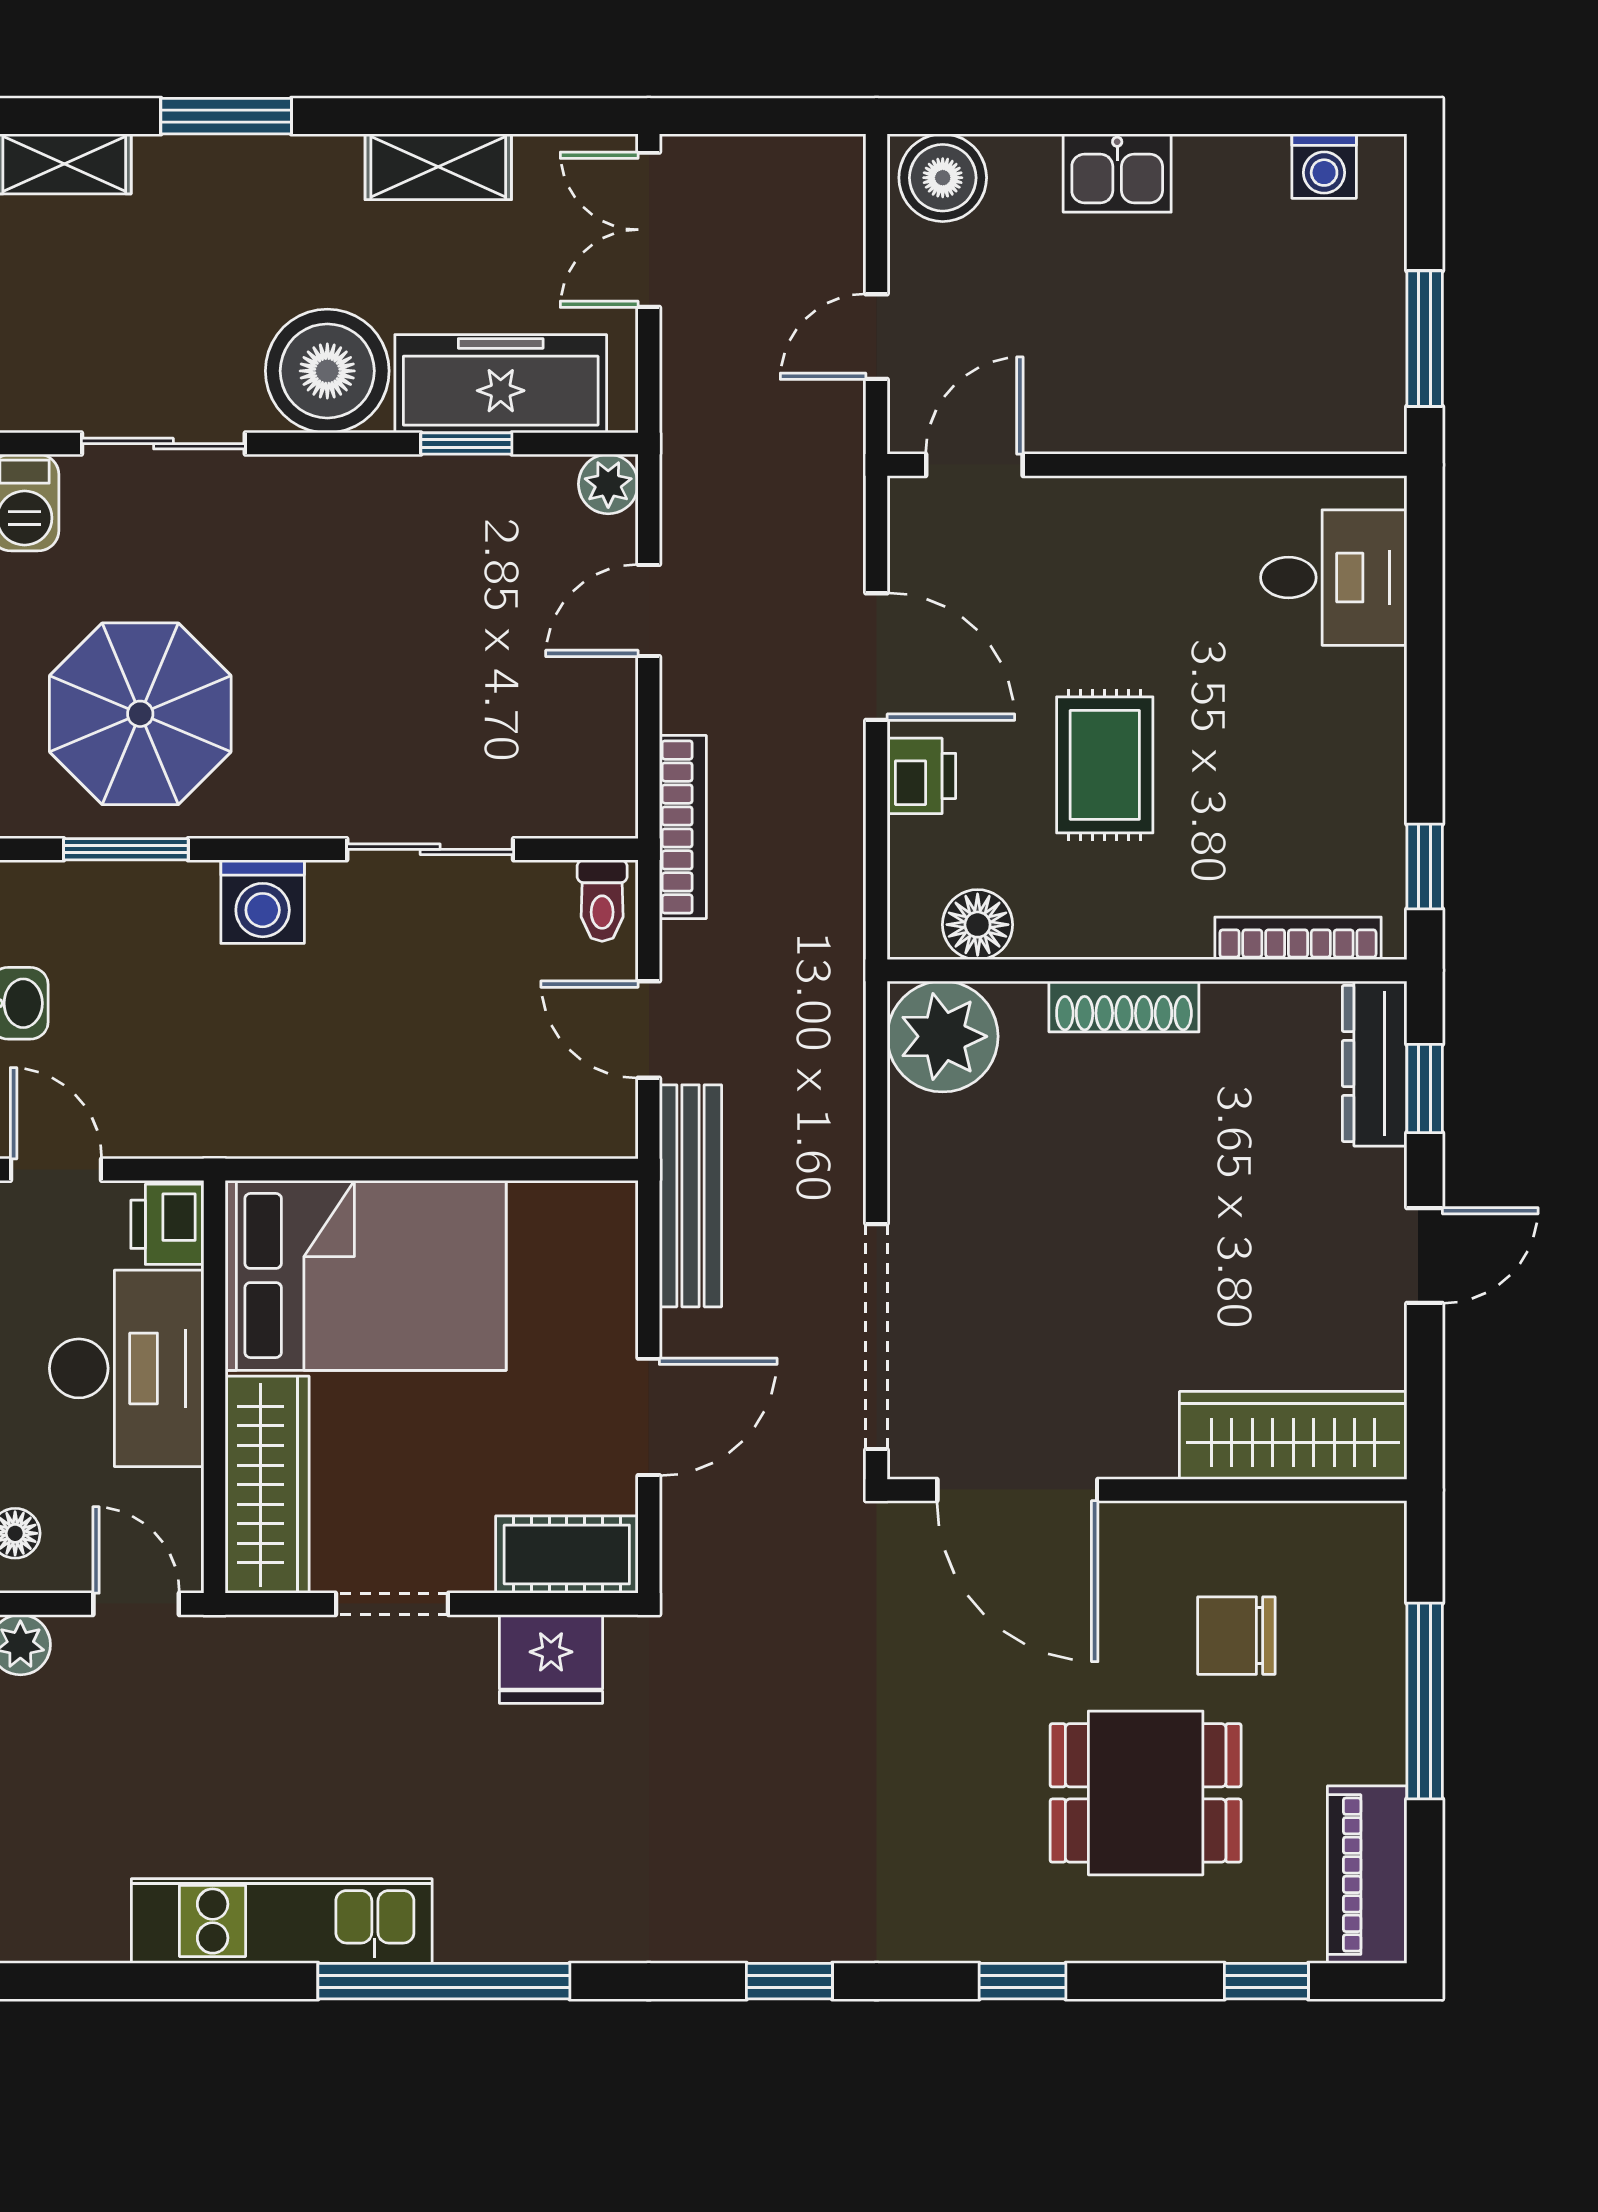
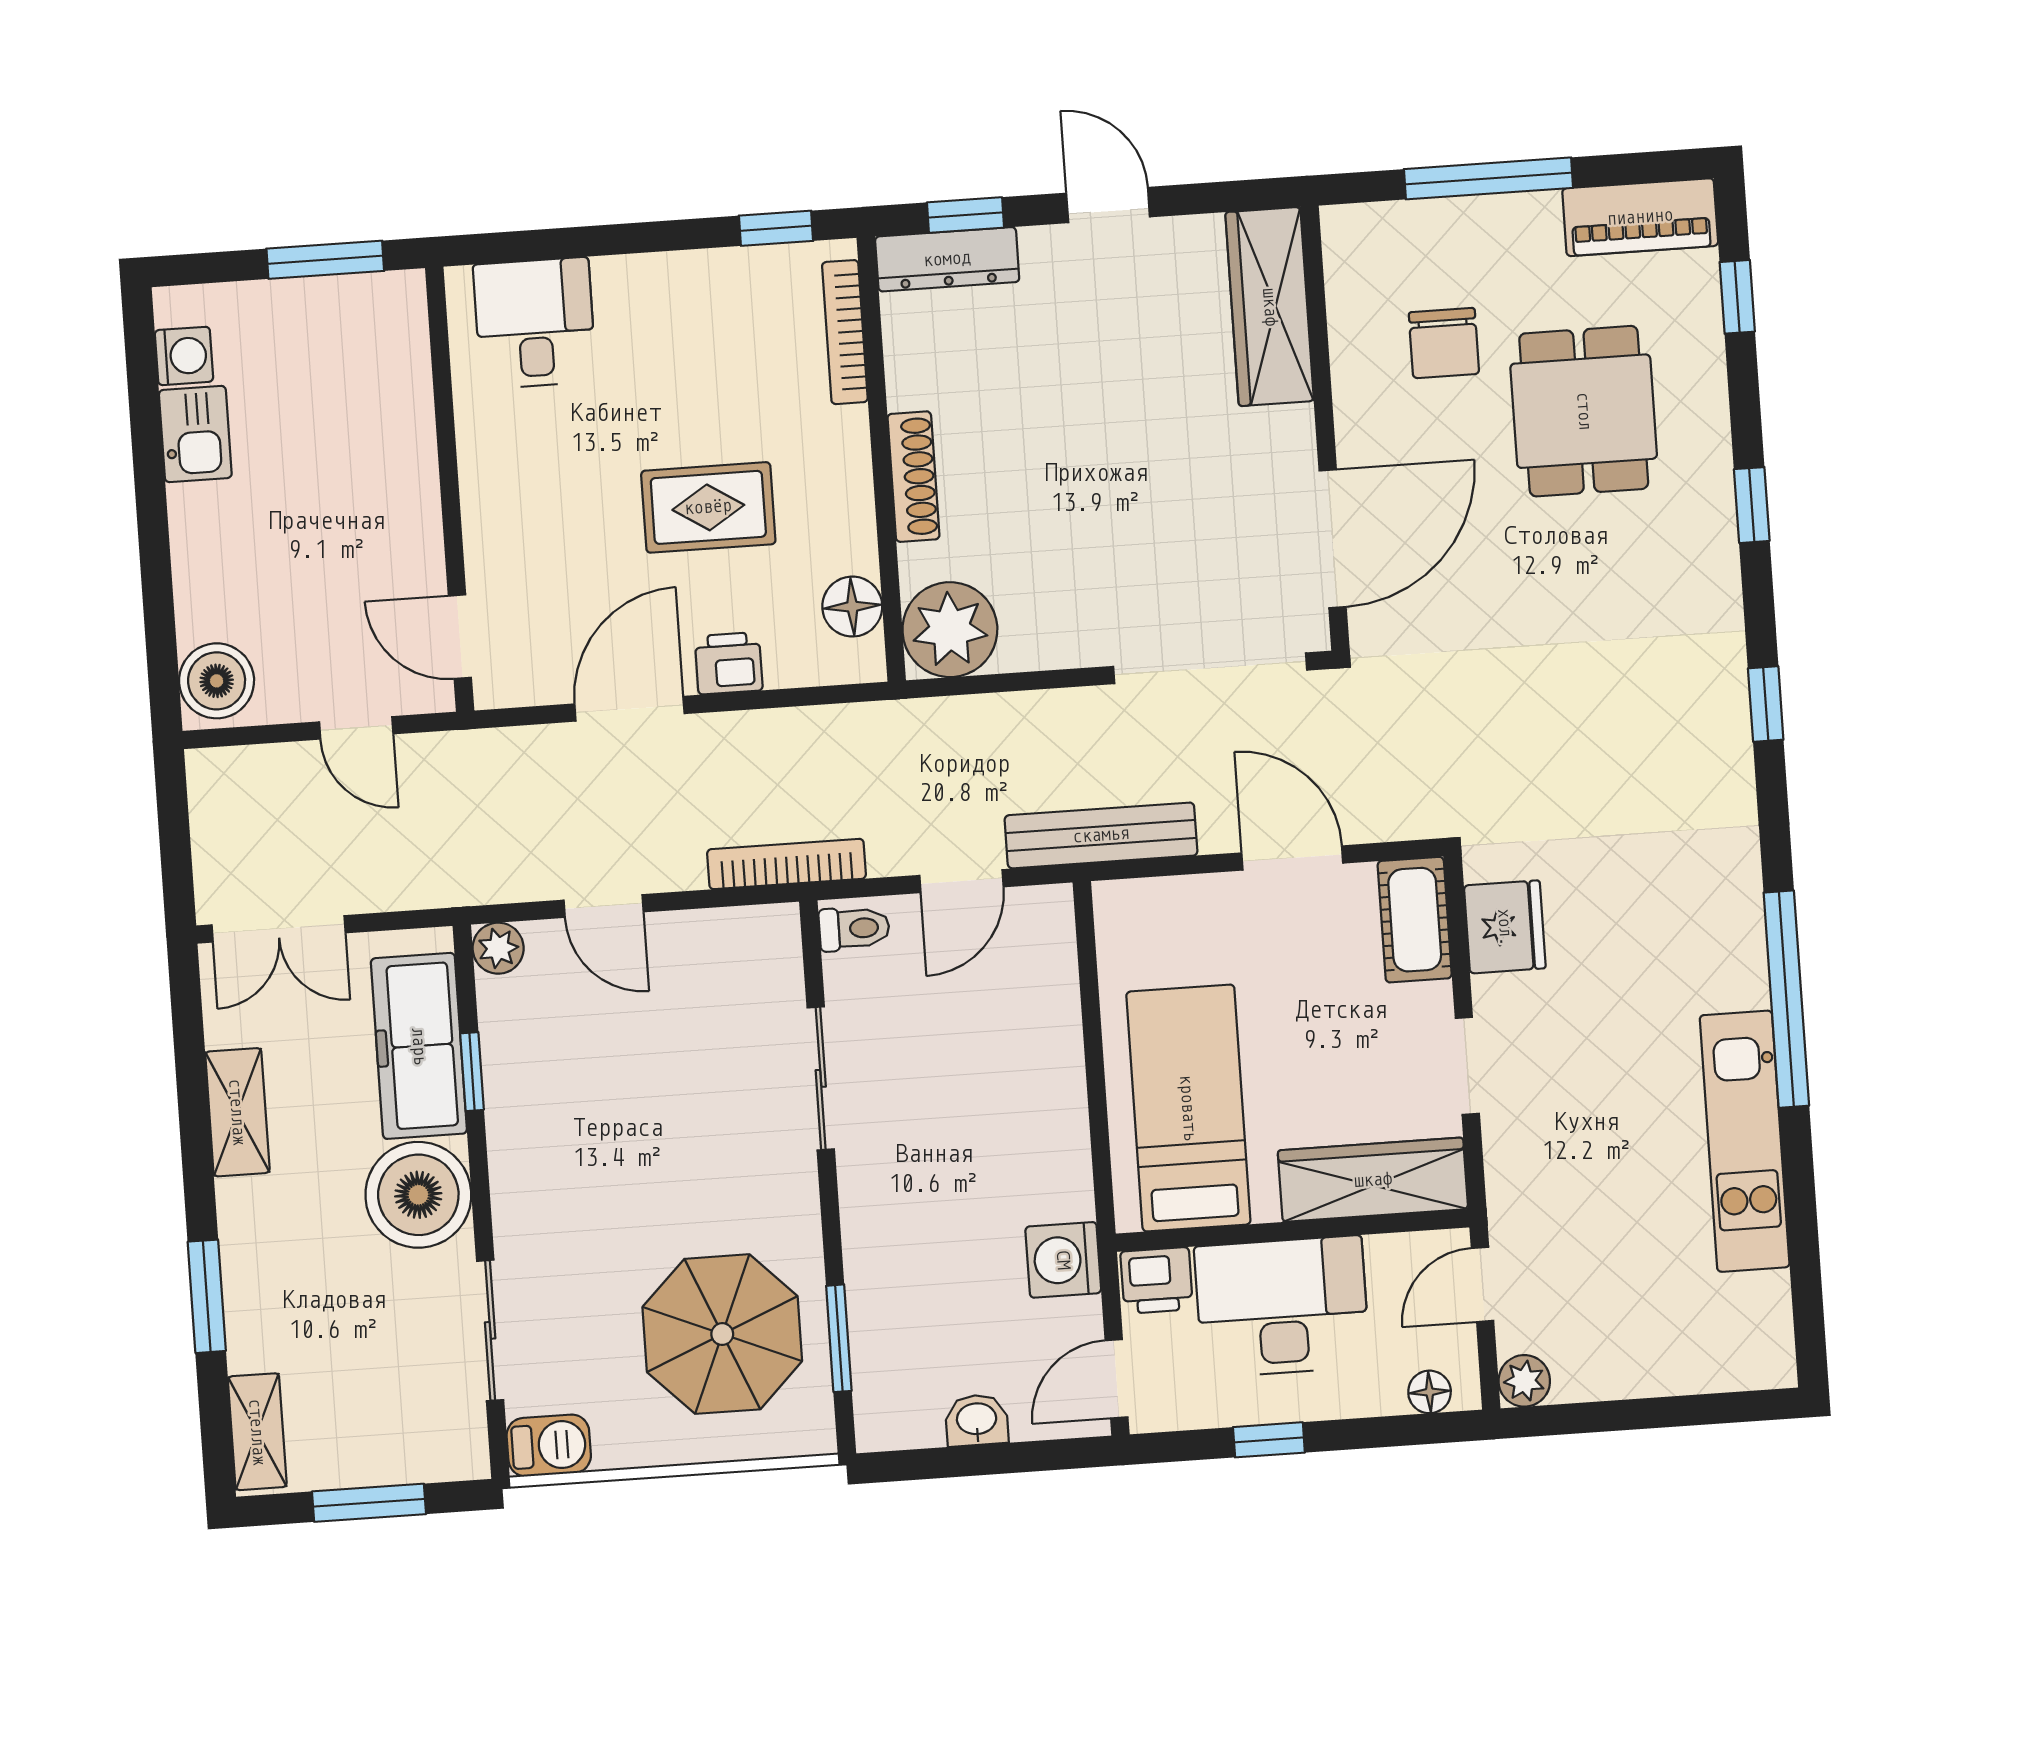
kitchen sink: (1117, 173) -> (195, 434), moved
washing machine: (263, 902) -> (1063, 1260), moved, turned 180
bed: (366, 1275) -> (1188, 1108), width x0.67

